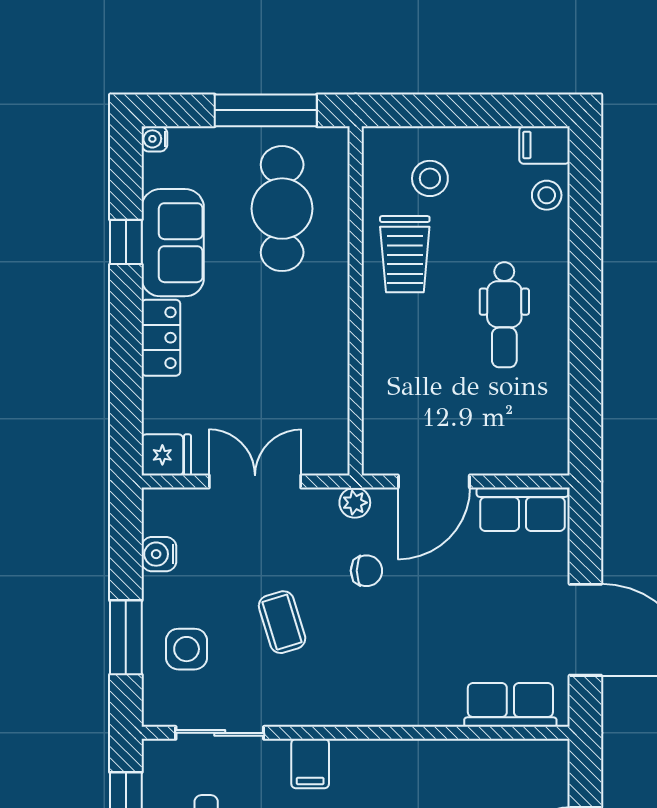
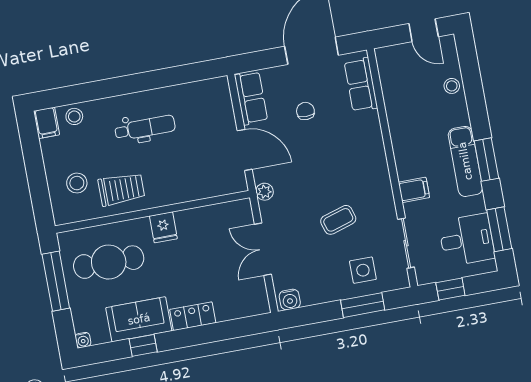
fridge: (166, 455) -> (163, 227), moved, turned 180
water cooler: (159, 554) -> (290, 299), moved
chair: (366, 571) -> (305, 111), moved

